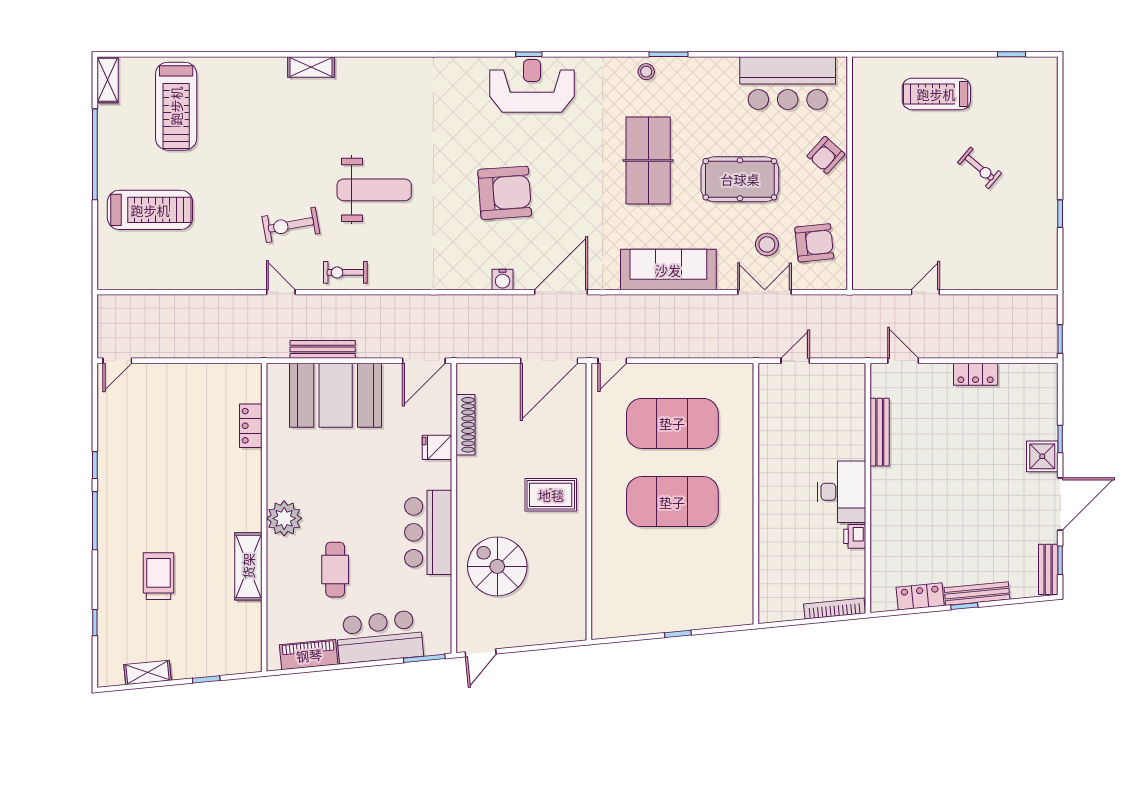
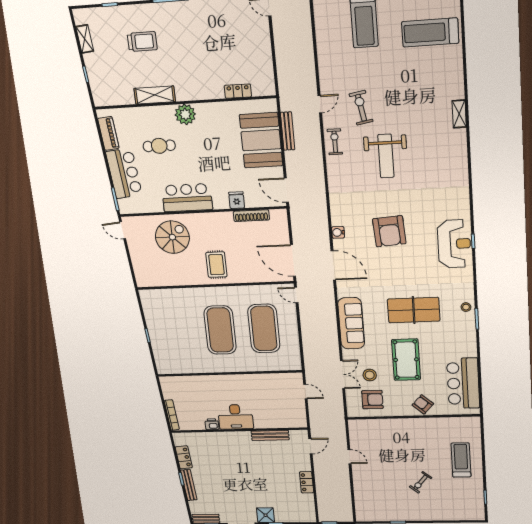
armchair: (814, 243) -> (372, 400), turned -84

